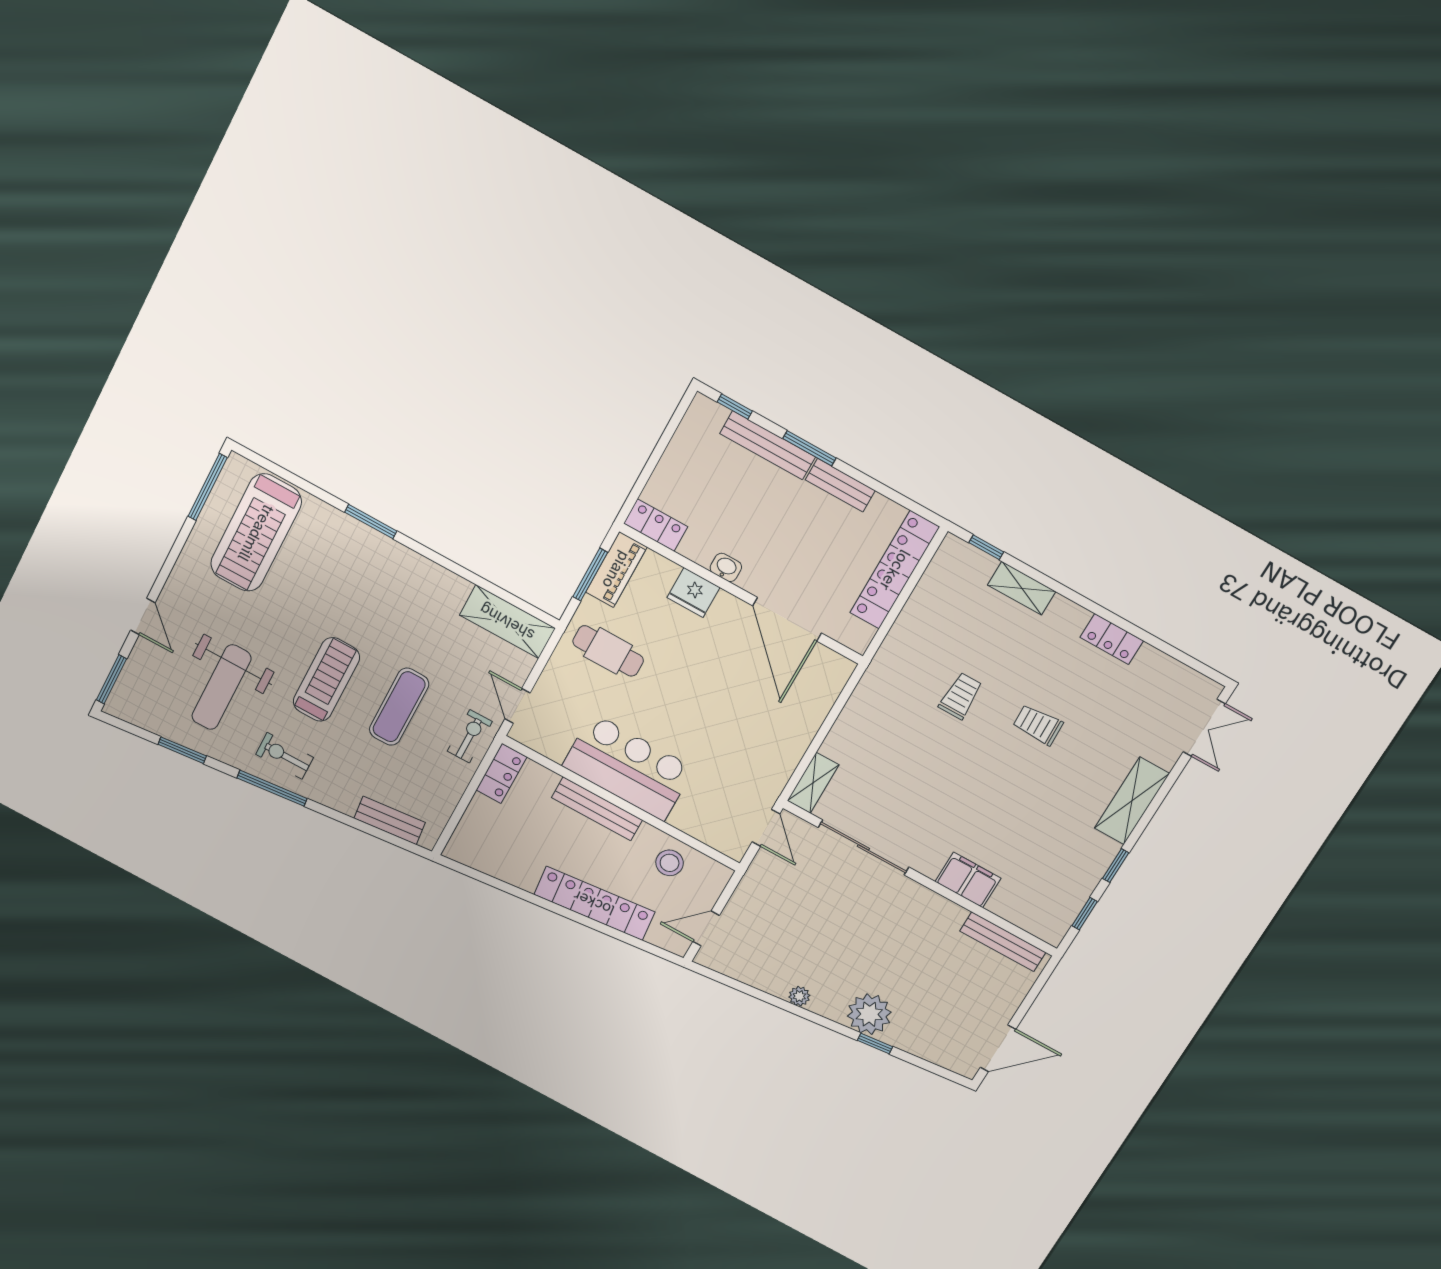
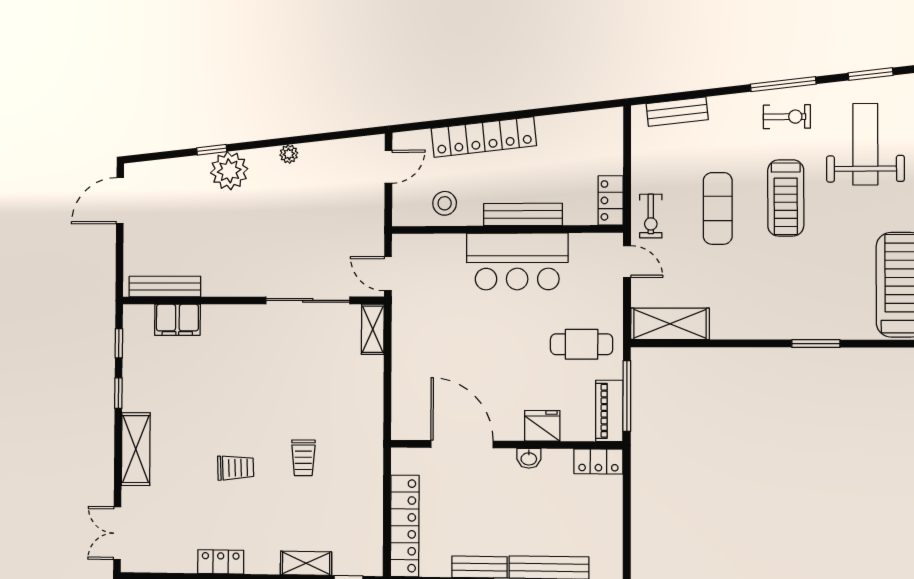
window: (590, 575) -> (627, 396), width x1.44
filing cabinet: (968, 880) -> (177, 320), moved

